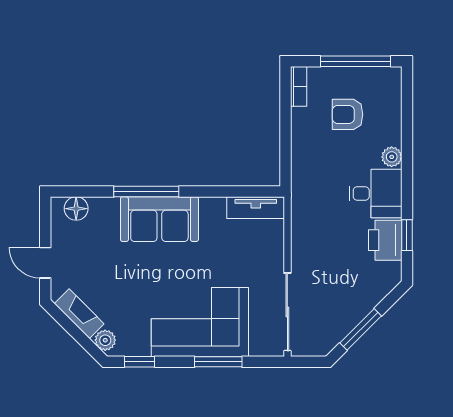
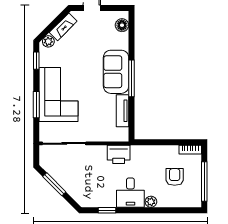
window: (146, 192) -> (131, 78), moved
tv unit: (256, 208) -> (122, 111), moved
printer: (385, 240) -> (119, 154), moved, turned 180

